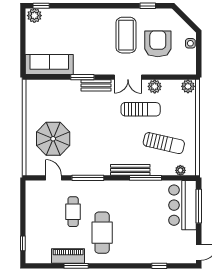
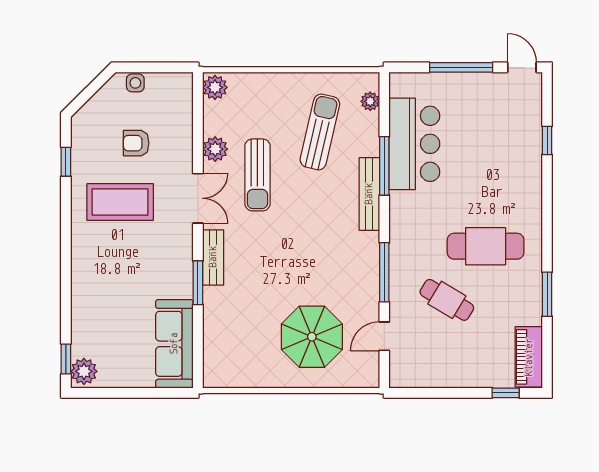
armchair: (158, 44) -> (136, 143), width x0.53, depth x0.53
sun lounger: (141, 109) -> (257, 175), turned 180
bar counter: (183, 205) -> (414, 144), moved, turned -90
window: (199, 206) -> (461, 67), moved
cafe table: (73, 212) -> (447, 300), turned 31
piano: (68, 256) -> (529, 357), moved

